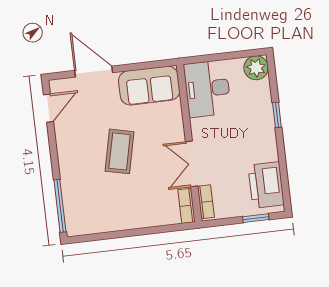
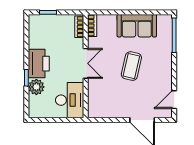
plant: (256, 68) -> (36, 87), moved
sofa: (149, 86) -> (137, 26), moved, turned 180
double door: (192, 164) -> (86, 63), moved
printer: (266, 185) -> (39, 64), moved

